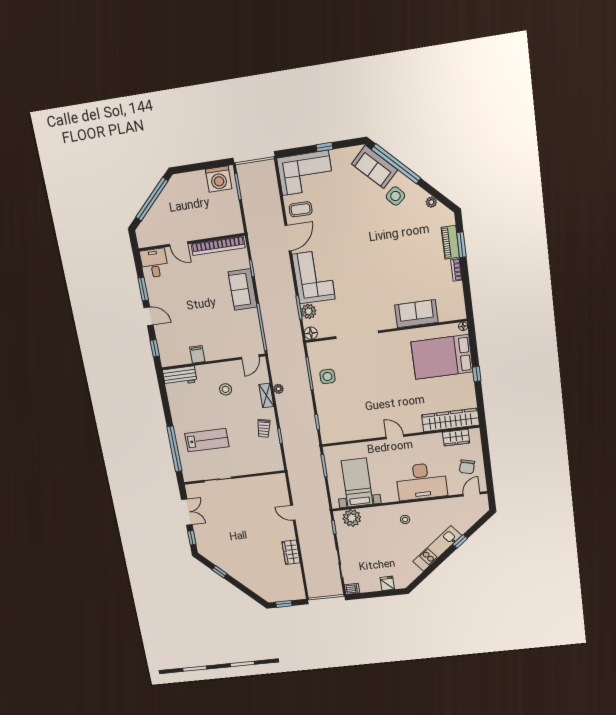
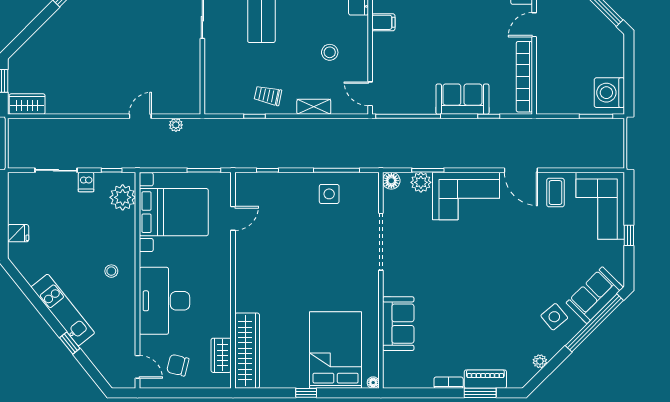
plant: (278, 389) -> (176, 125), moved
door: (395, 437) -> (233, 218), moved
bed with nightstands: (357, 483) -> (174, 212), width x1.36
wardrobe: (291, 552) -> (27, 104), moved
dishwasher: (352, 589) -> (86, 182), moved

